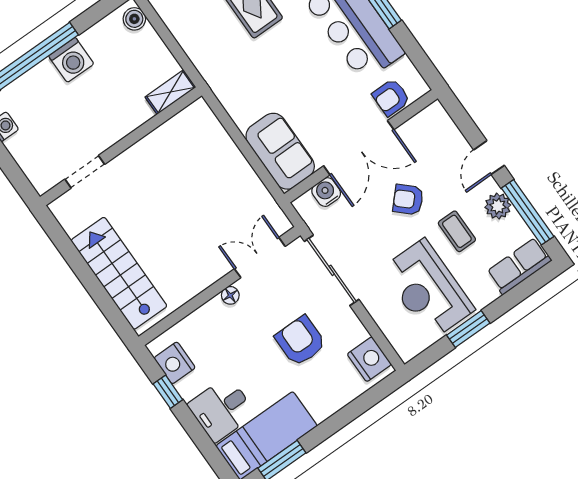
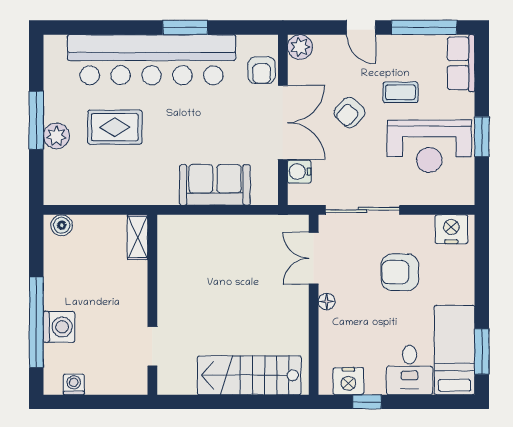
washing machine: (71, 60) -> (59, 327), moved
sofa: (280, 151) -> (215, 185), moved
plant: (498, 206) -> (300, 47), moved

